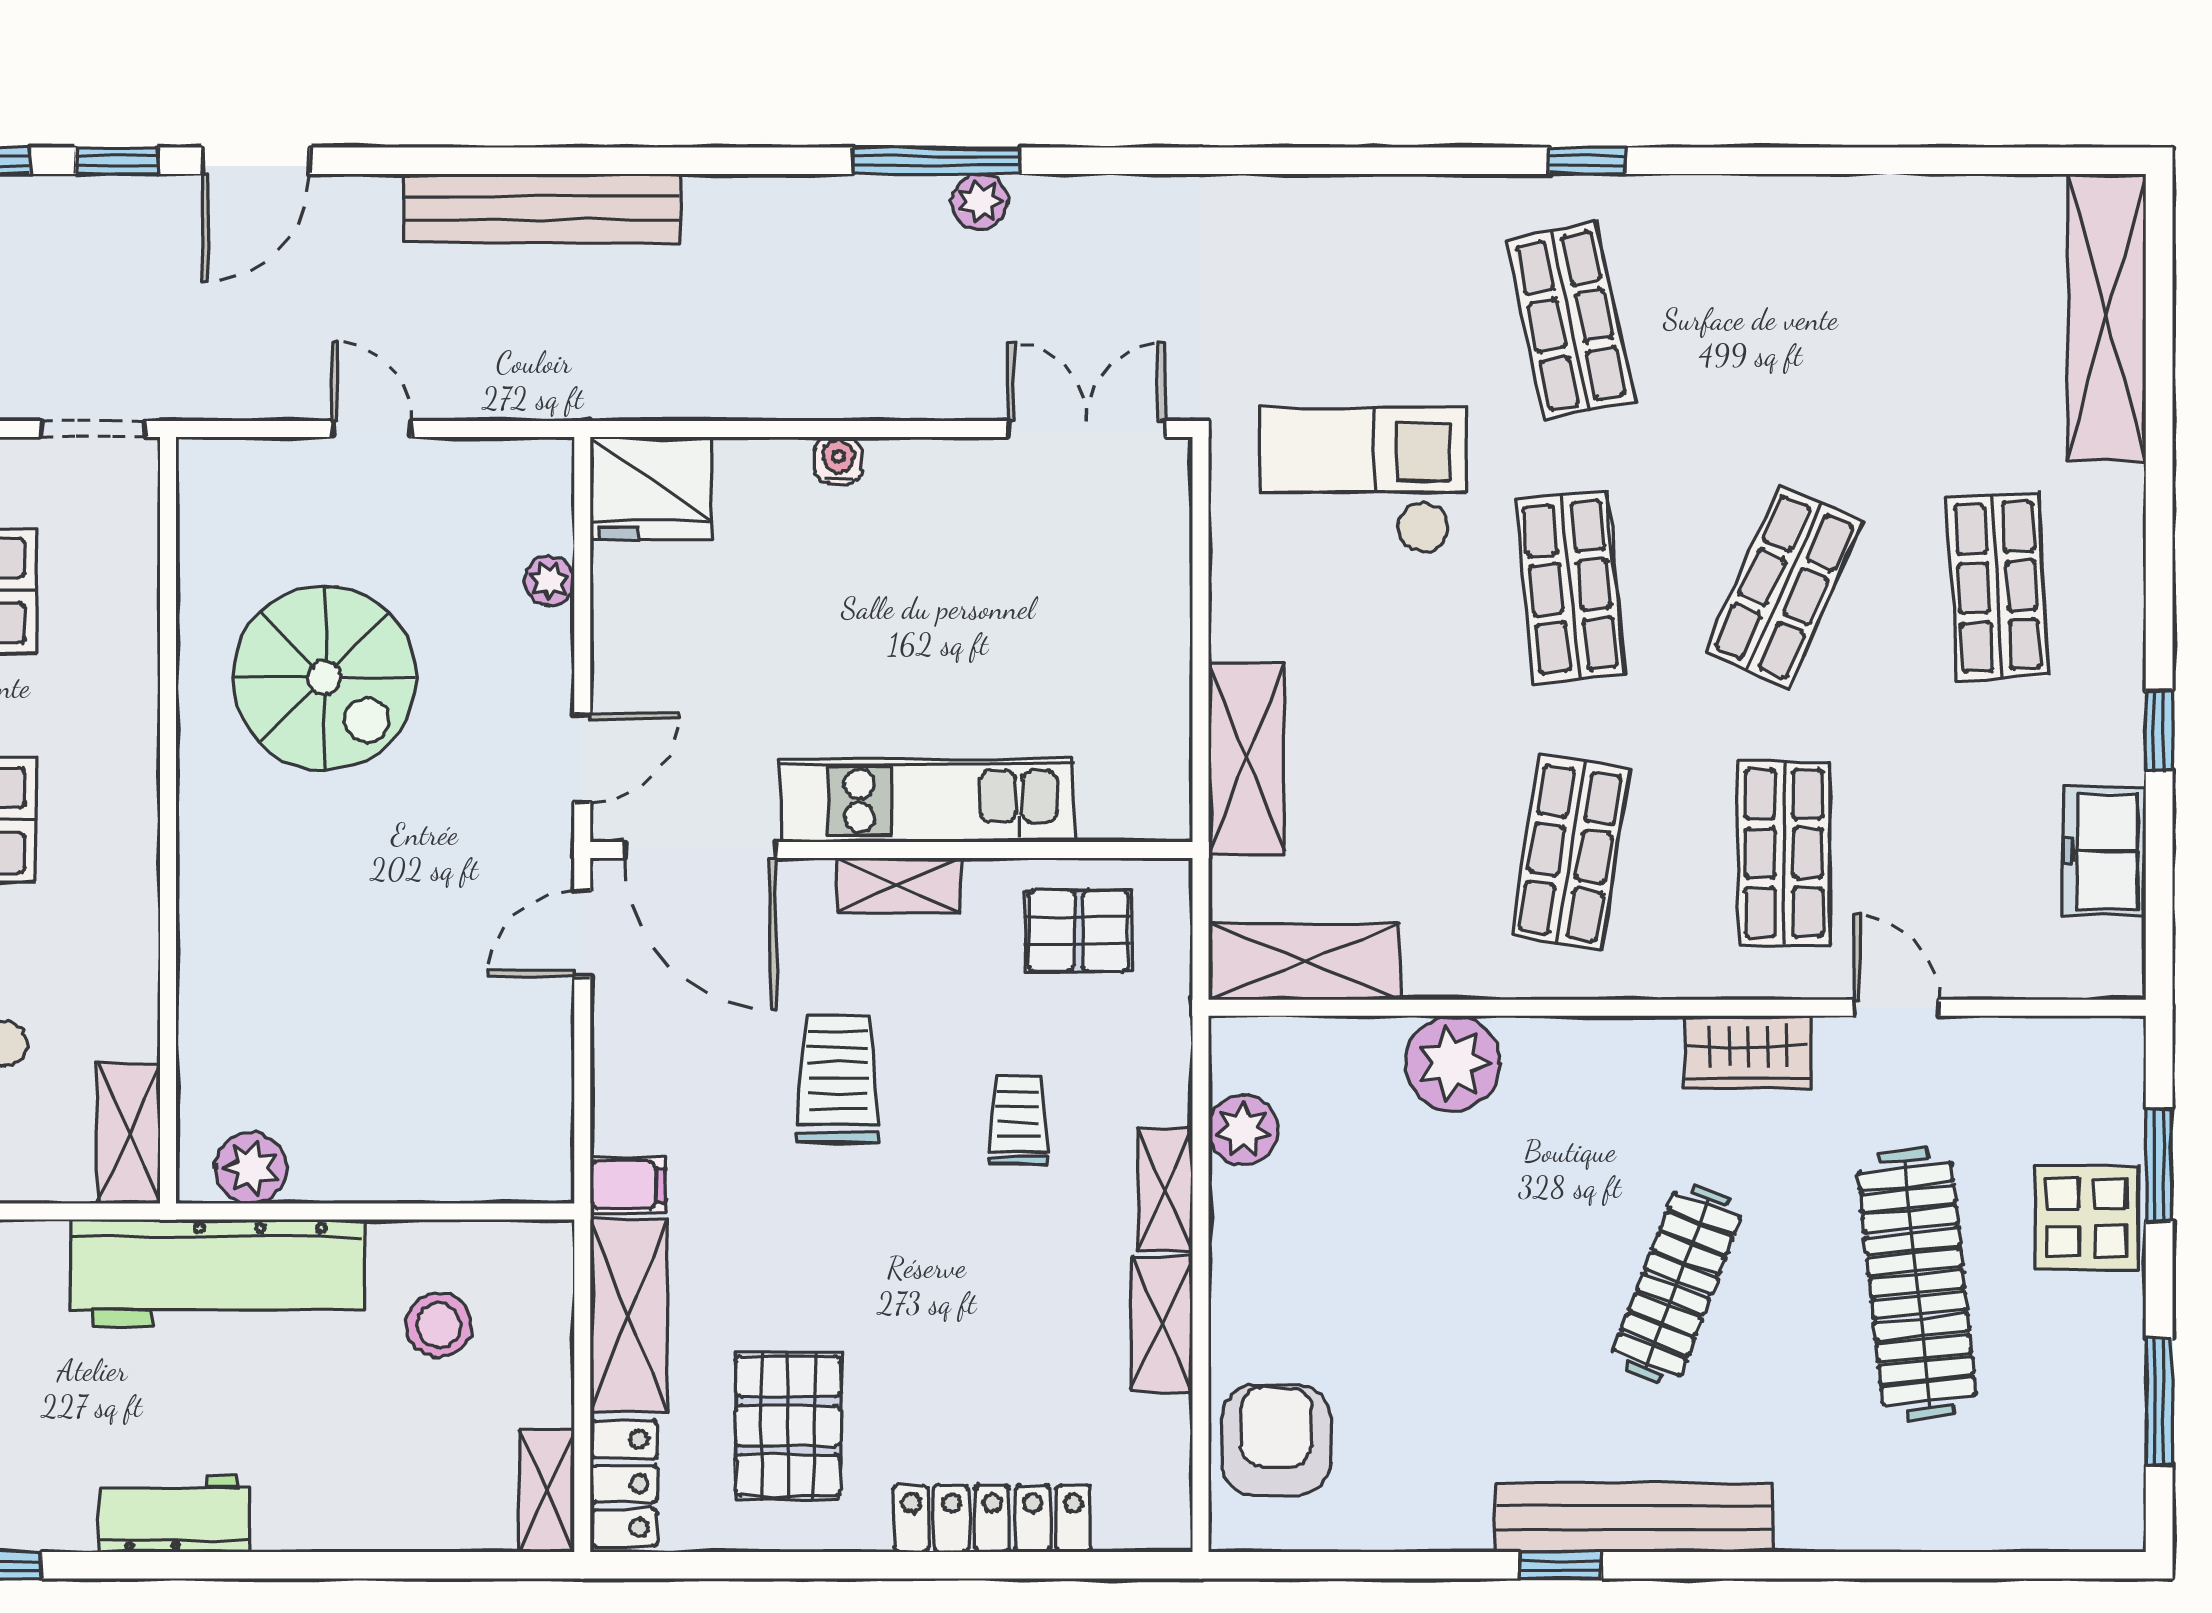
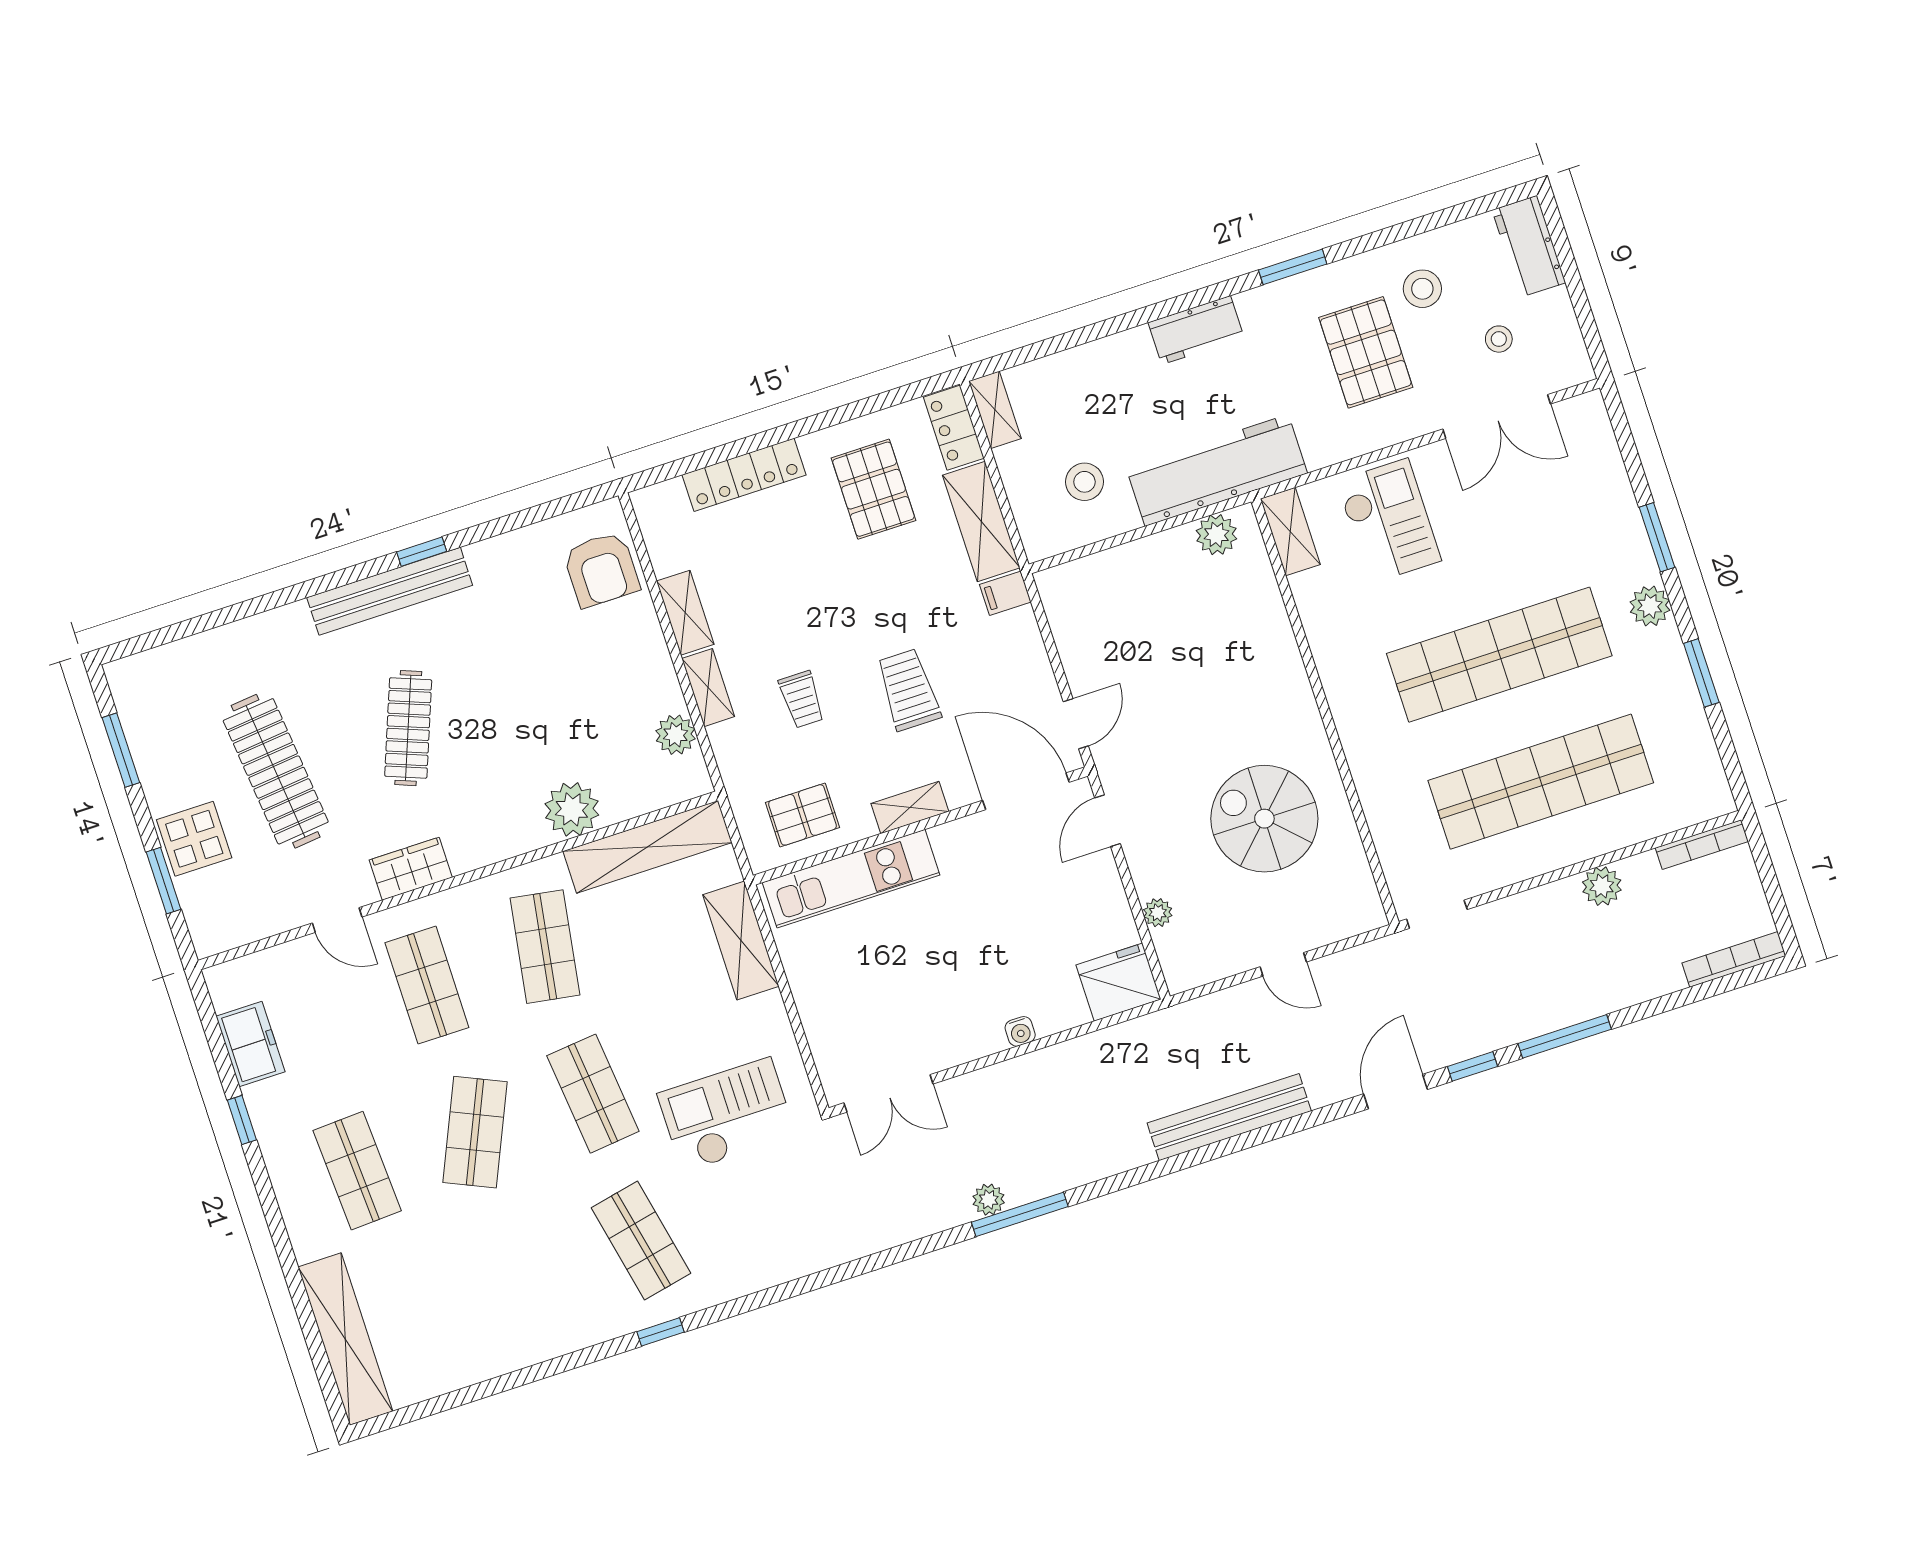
checkout: (1363, 481) -> (727, 1115), turned 180
kitchen unit: (927, 800) -> (851, 879), moved
shelving: (1304, 961) -> (647, 847), width x1.47
trolley: (838, 1079) -> (908, 690), turned 180

